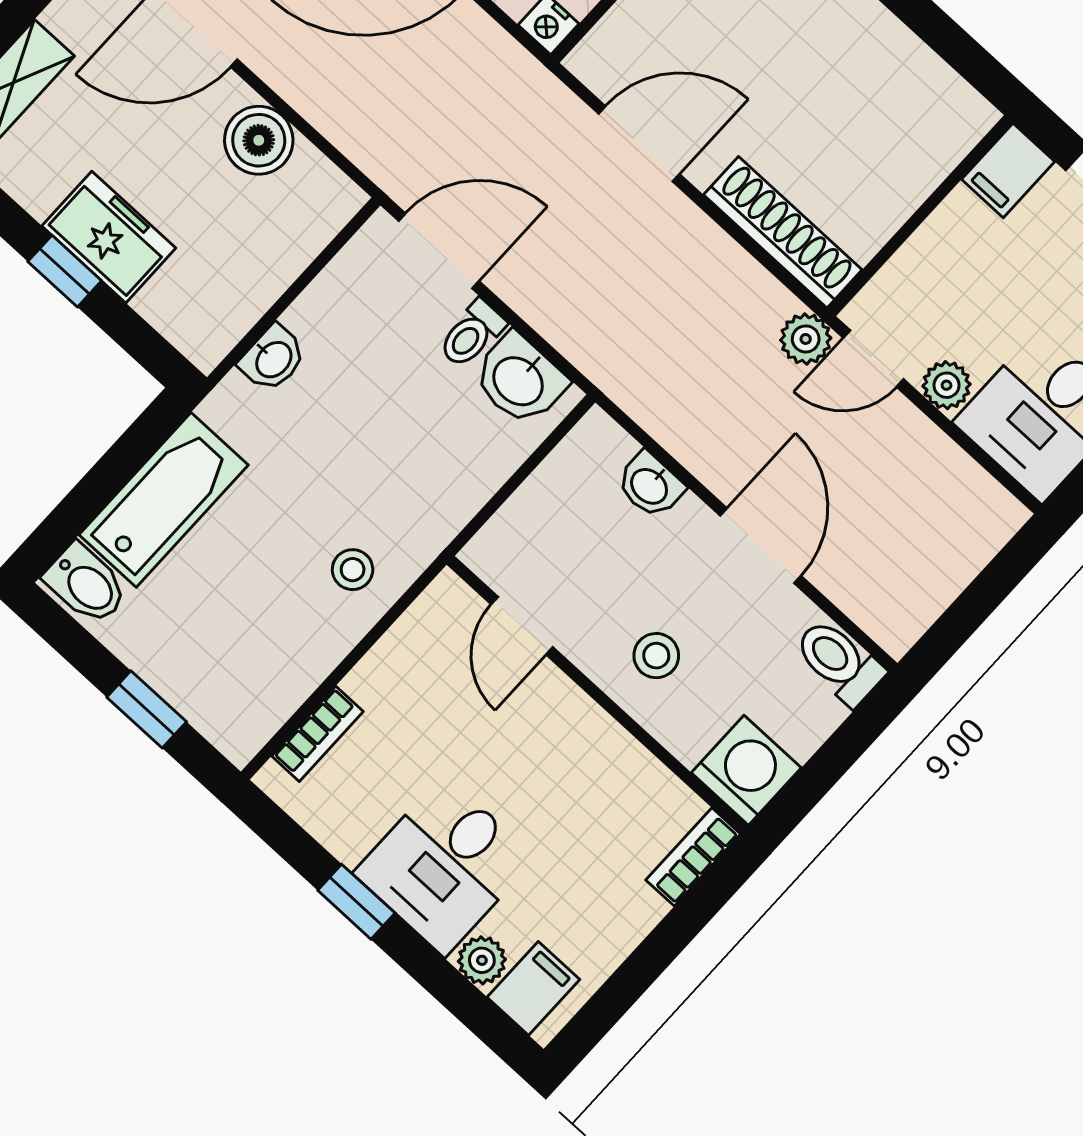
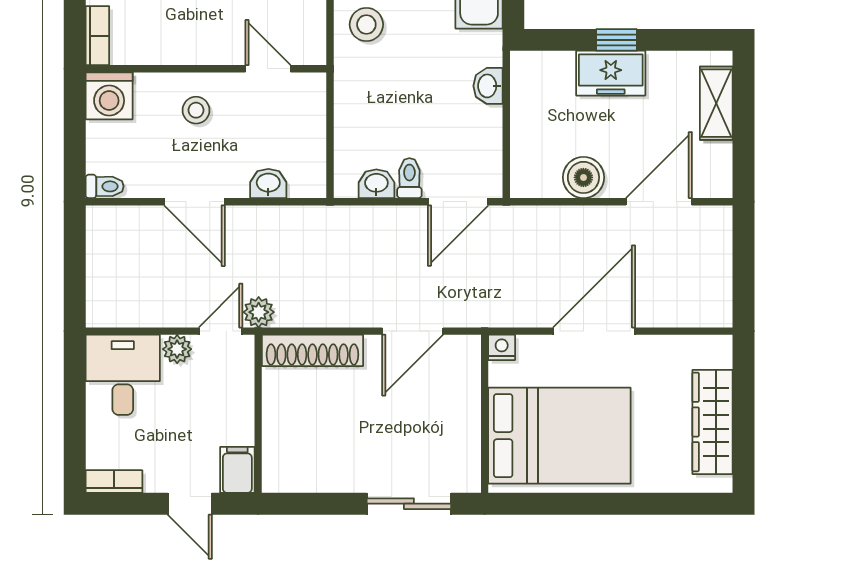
washbasin: (519, 380) -> (376, 184), width x0.72, depth x0.69
stool: (353, 570) -> (366, 25), width x1.37, depth x1.37
toilet: (839, 662) -> (105, 186), width x0.73, depth x0.72

